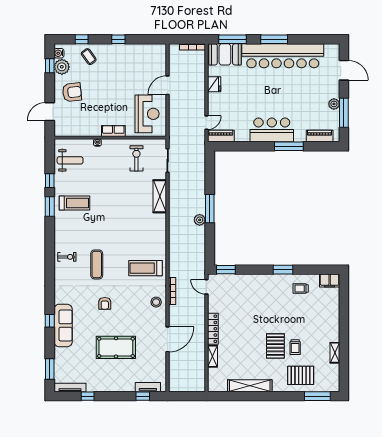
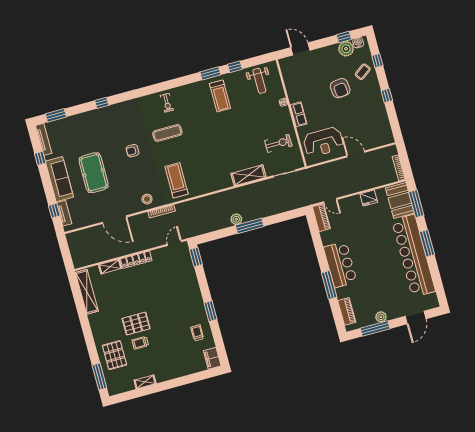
armchair: (72, 92) -> (340, 88), moved
sofa: (63, 325) -> (59, 179), moved, turned -90
shelving: (250, 386) -> (87, 292), moved

